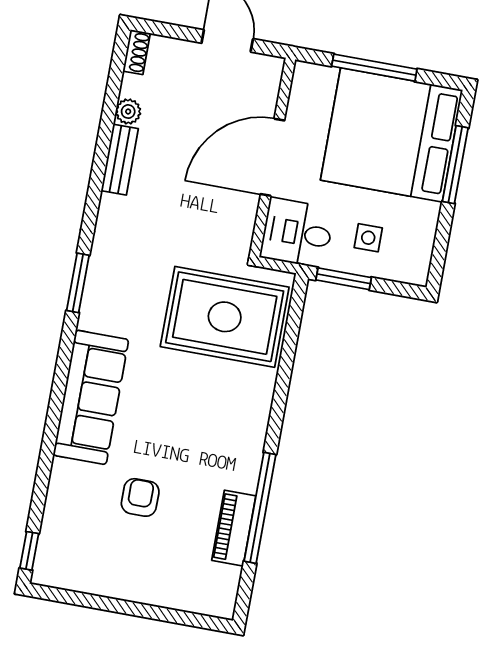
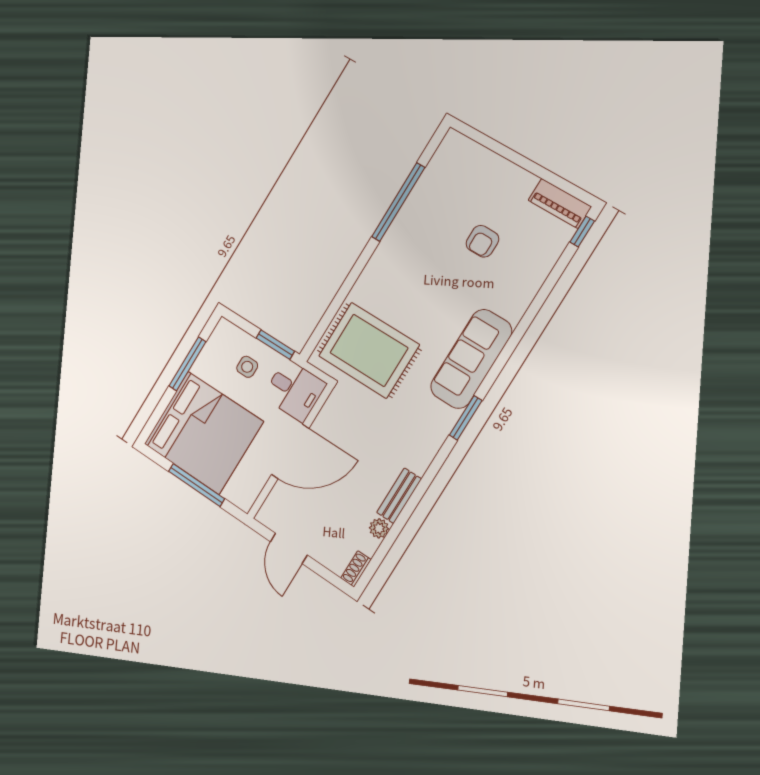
window: (455, 165) -> (187, 364), moved
sofa: (91, 397) -> (471, 359), moved
piano: (234, 528) -> (560, 203), moved, turned 90

